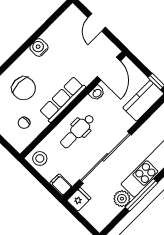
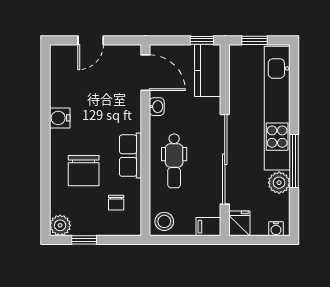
door: (97, 22) -> (91, 40), hinge flipped
chair: (24, 88) -> (84, 171), turned 90
row of seats: (63, 99) -> (130, 156), width x0.68
water cooler: (96, 222) -> (276, 229), added

